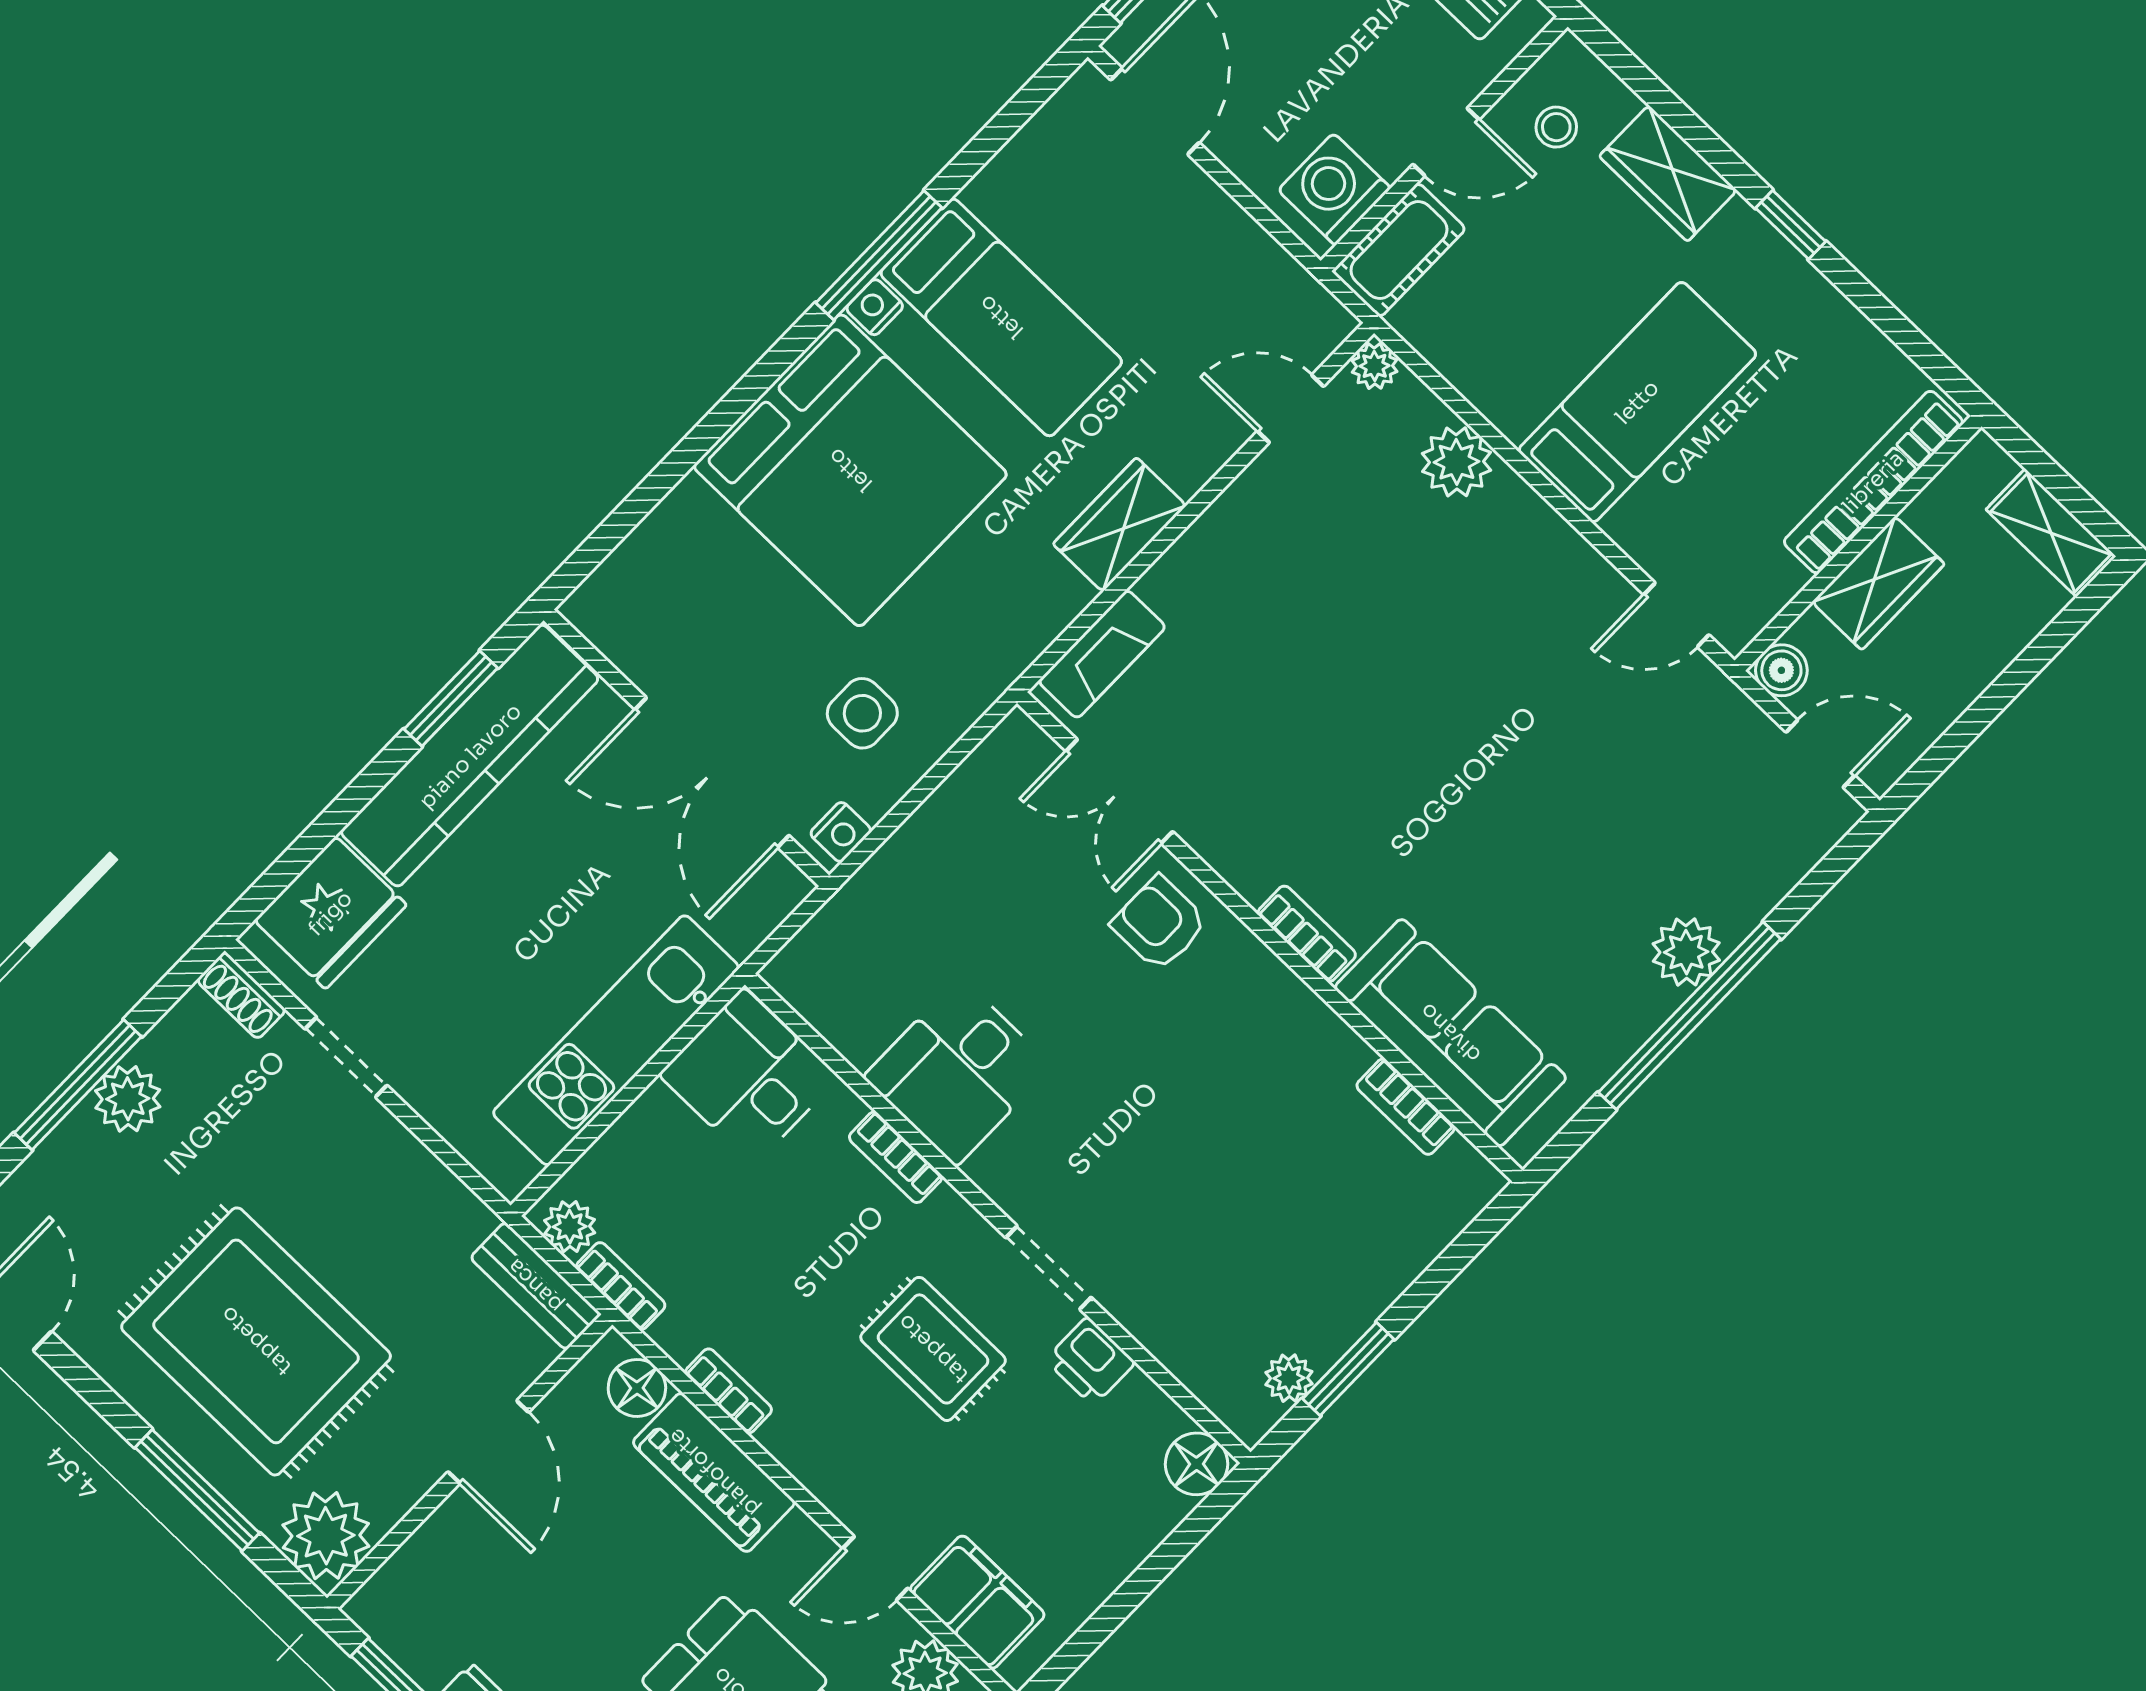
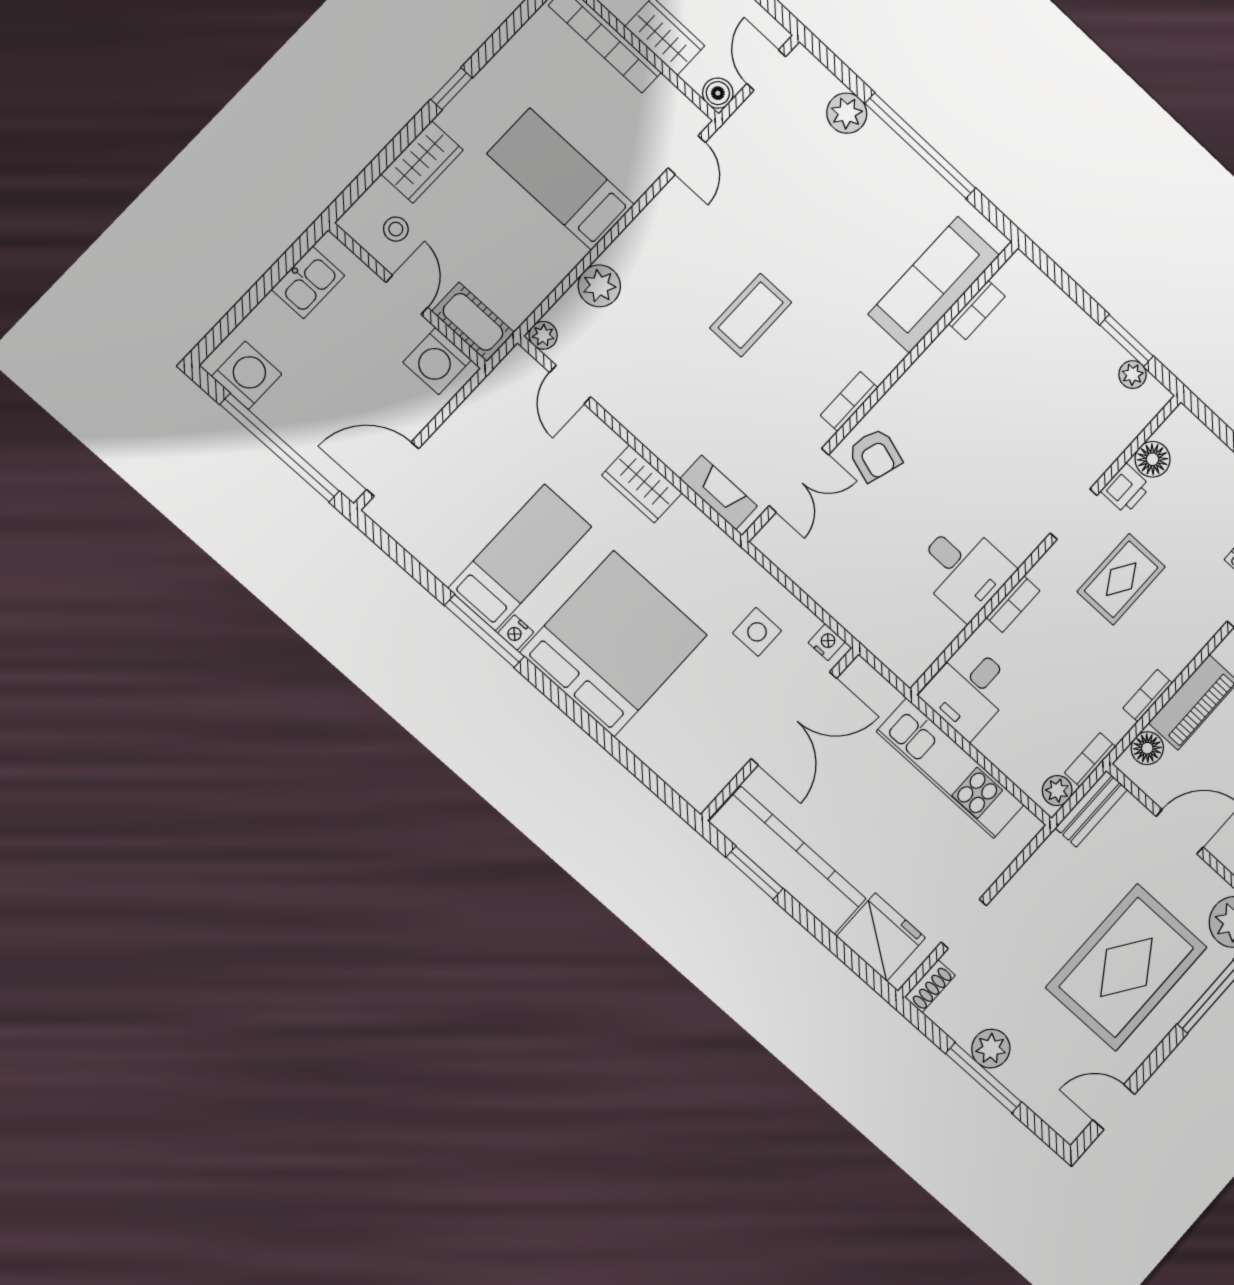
coffee table: (1403, 716) -> (751, 315), added
armchair: (1159, 923) -> (875, 455), turned -73
bookcase: (1307, 934) -> (849, 401), moved
plant: (1686, 952) -> (847, 113), moved
floor lamp: (1197, 1464) -> (1152, 459), moved

